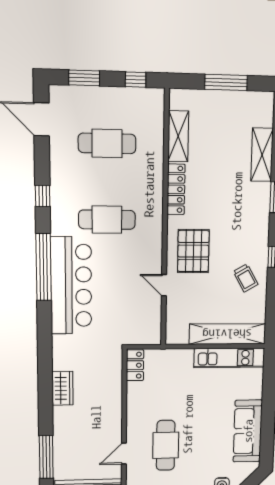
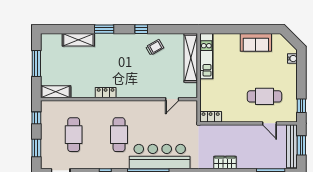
shelving: (178, 136) -> (56, 92), moved
locker: (176, 189) -> (106, 93), width x0.66
pallet: (193, 251) -> (138, 81), removed
door: (164, 285) -> (172, 99), moved
sofa: (248, 431) -> (256, 42), width x0.73

